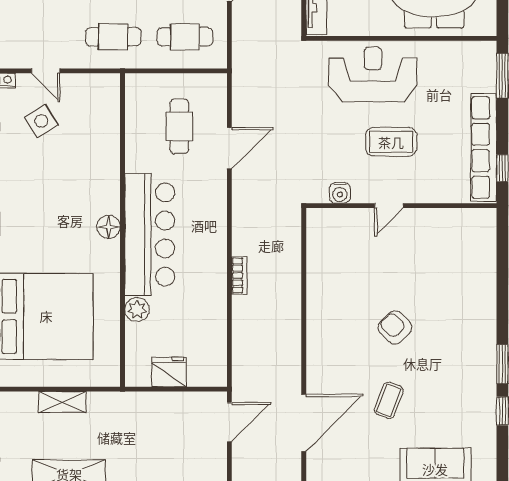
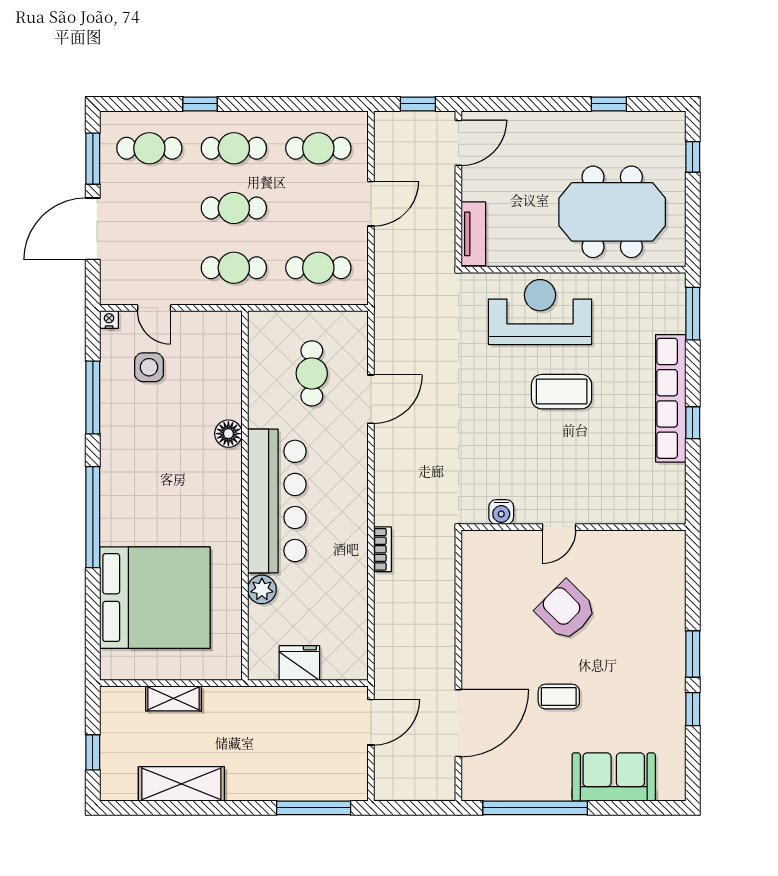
side table: (41, 121) -> (149, 367), turned 32
water cooler: (340, 193) -> (501, 512), moved
door: (389, 206) -> (559, 527), moved
wall: (401, 206) -> (574, 527), moved
floor lamp: (109, 227) -> (228, 434), moved
armchair: (395, 327) -> (566, 611), width x1.38, depth x1.38
coffee table: (389, 400) -> (559, 697), turned 69

